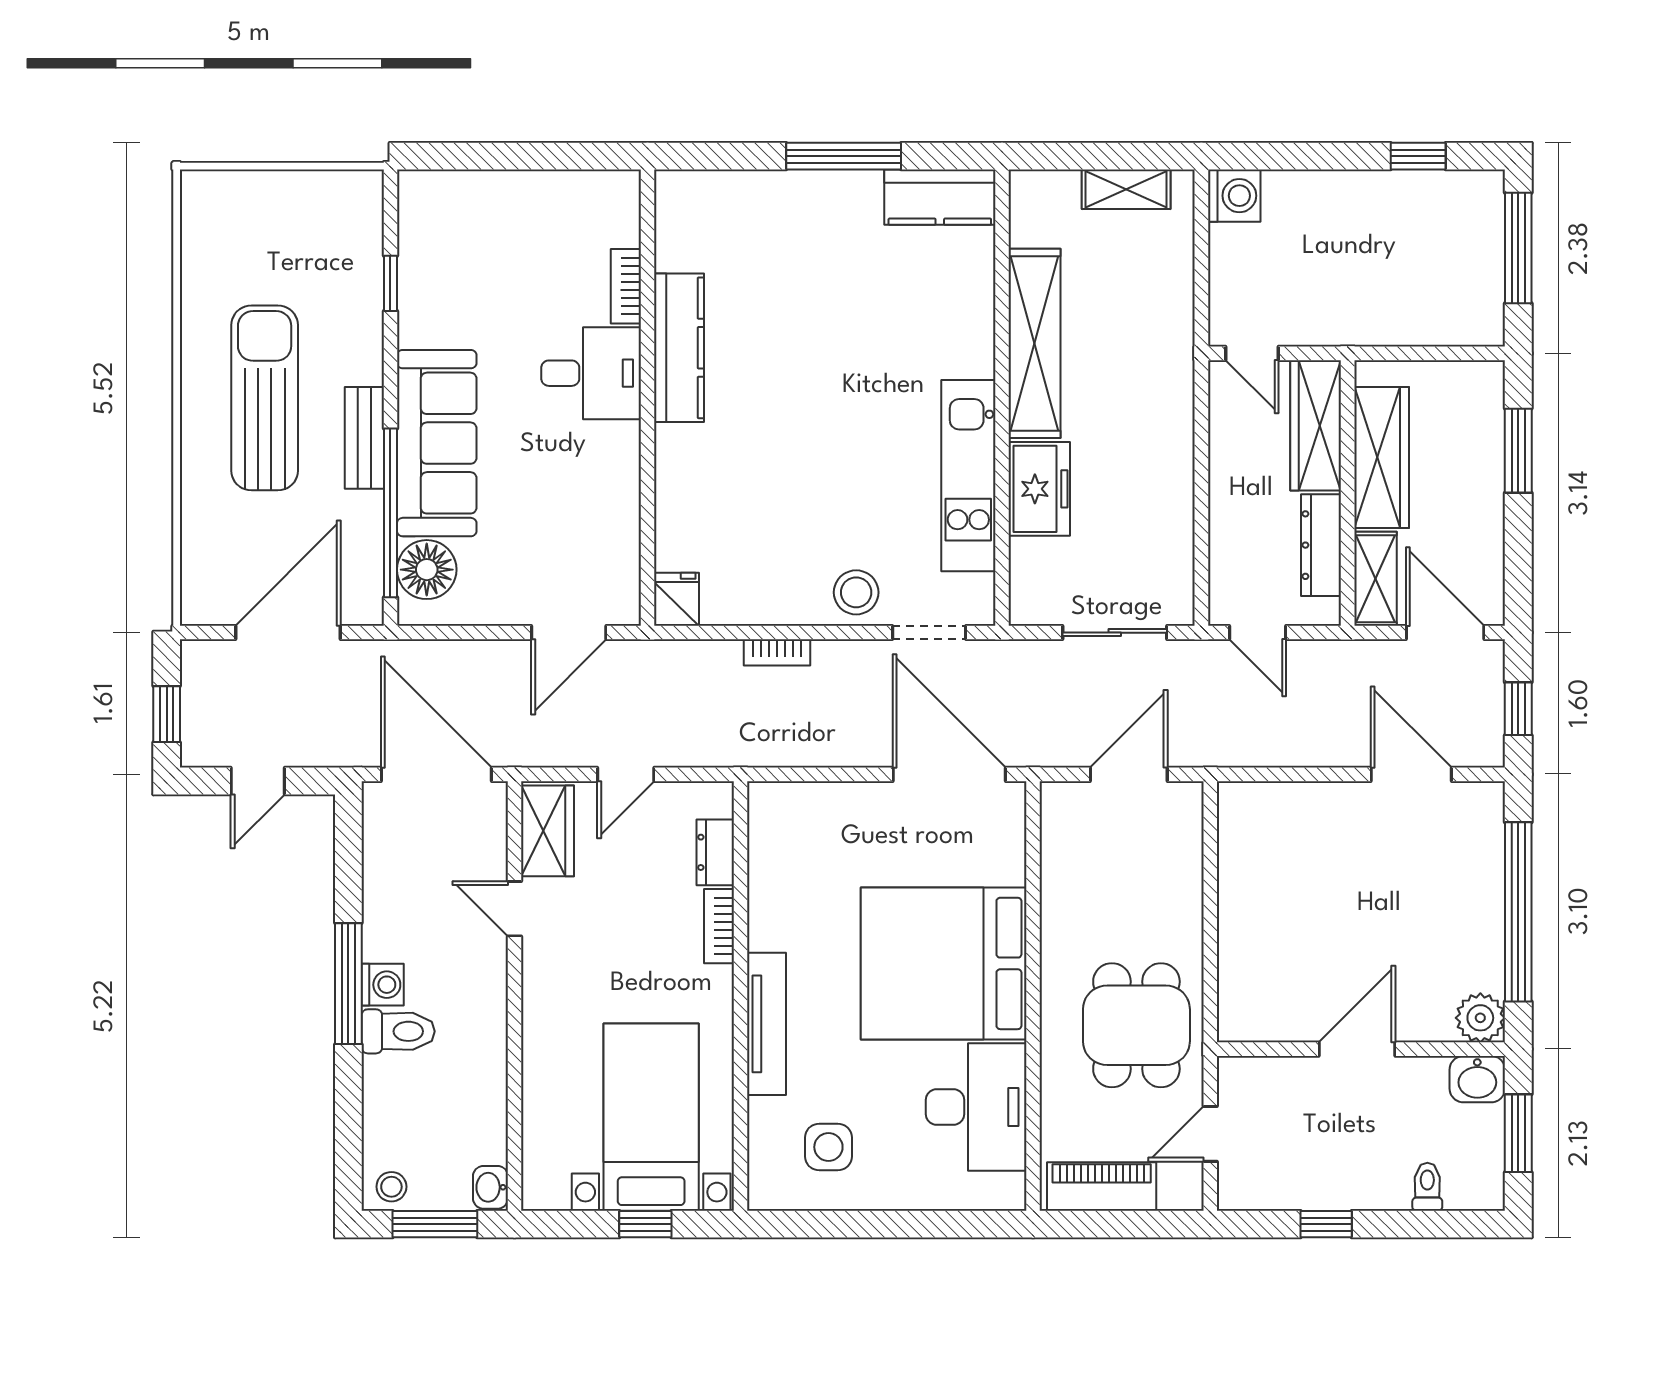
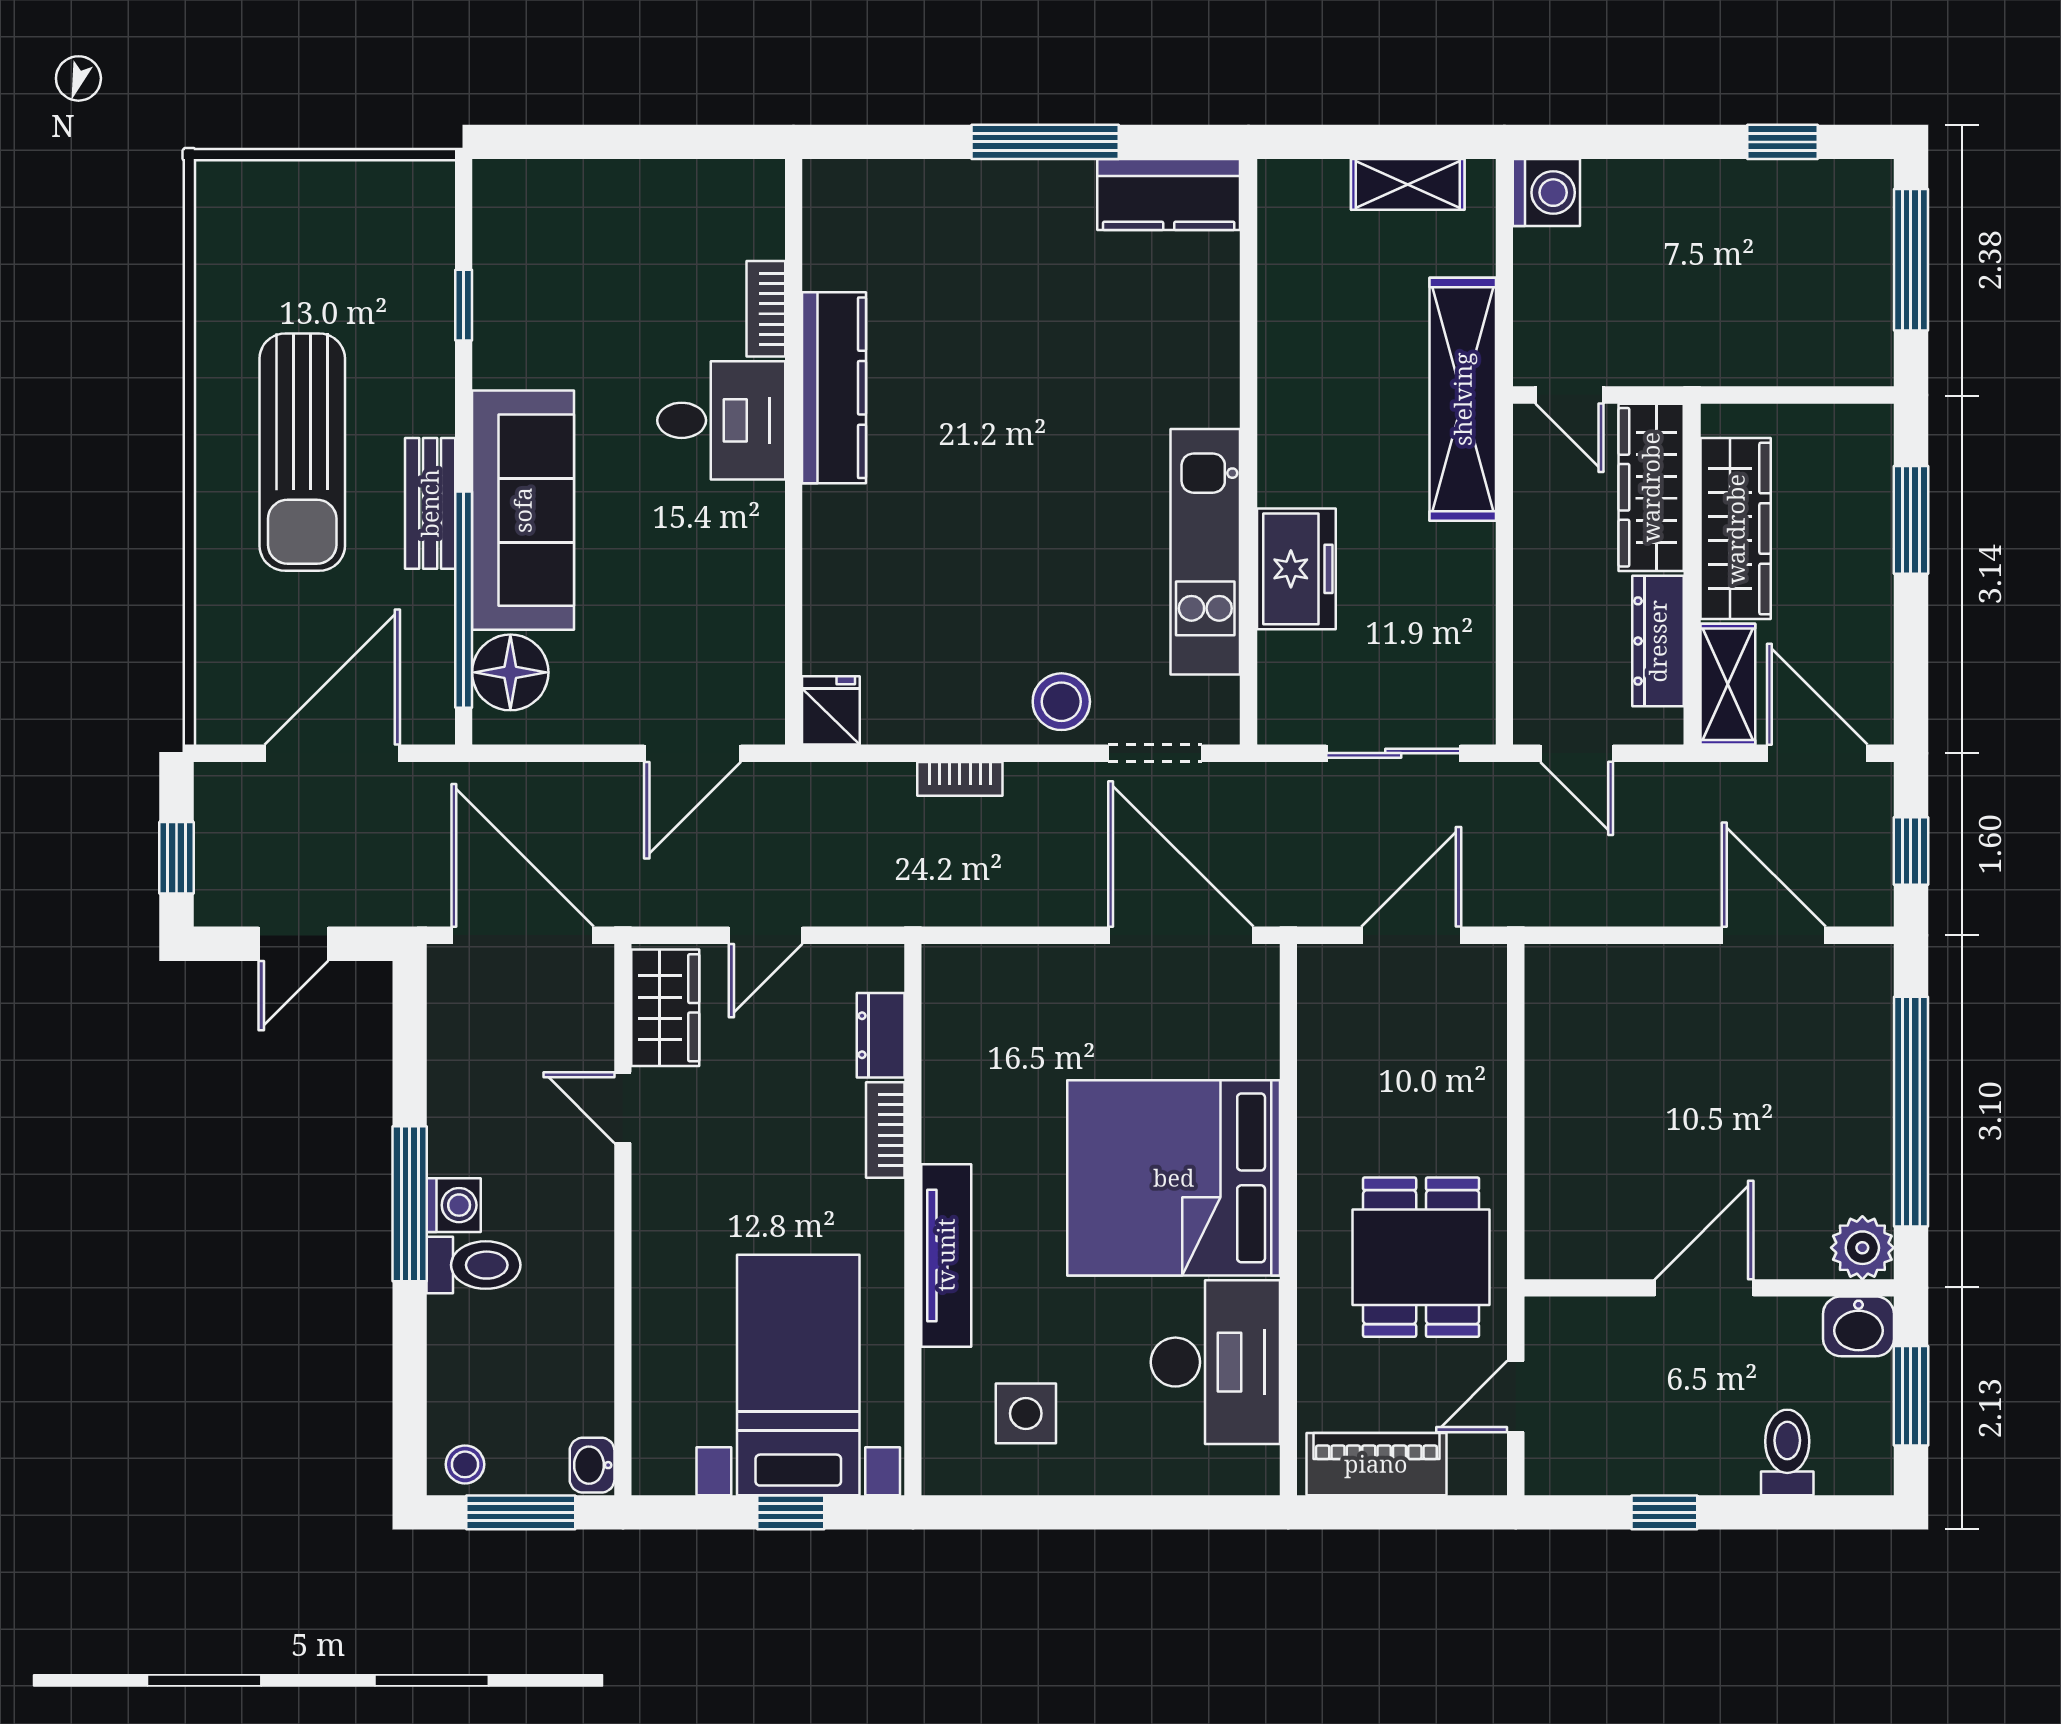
shelving: (1034, 343) -> (1463, 399), moved
sun lounger: (265, 398) -> (302, 452), turned 180
toilet: (1427, 1187) -> (1787, 1452), width x1.37, depth x1.39

